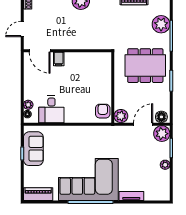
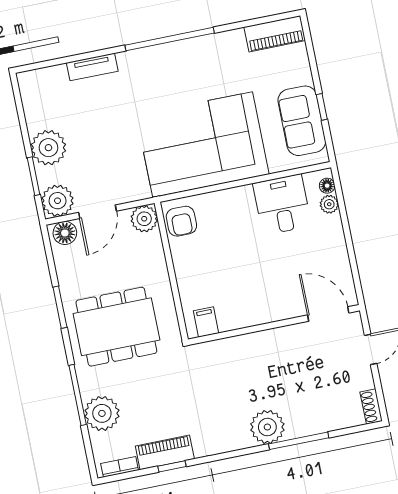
filing cabinet: (59, 59) -> (206, 322), moved
plant: (165, 165) -> (48, 148), width x1.87, depth x1.87
corner sofa: (88, 179) -> (203, 145), moved, turned 180

